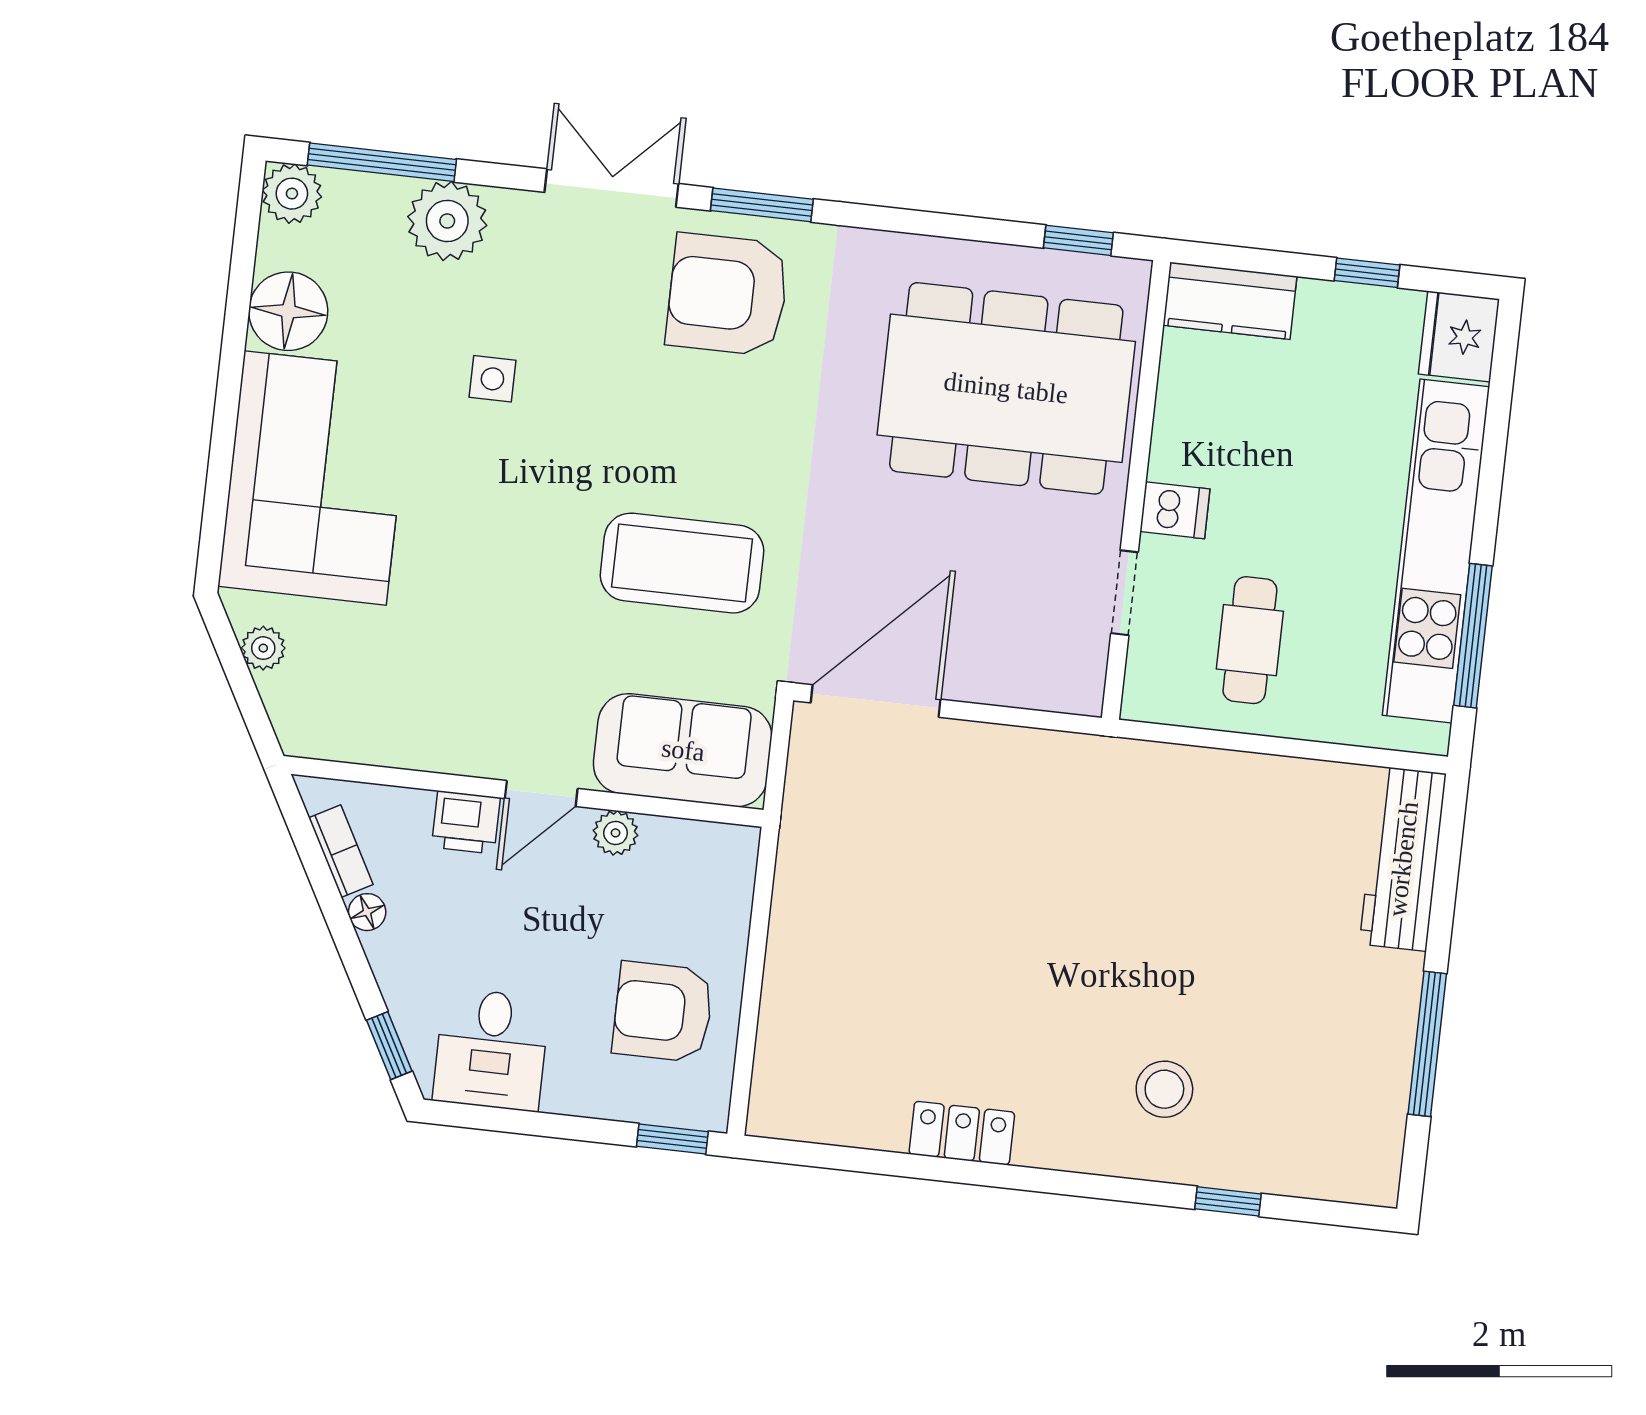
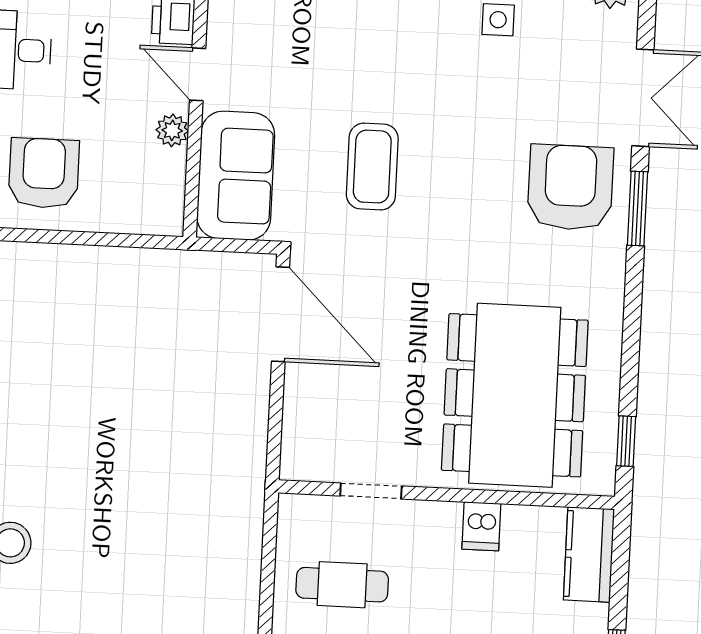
dishwasher: (1175, 510) -> (481, 526), moved
coffee table: (682, 563) -> (372, 167), width x0.73, depth x0.76

